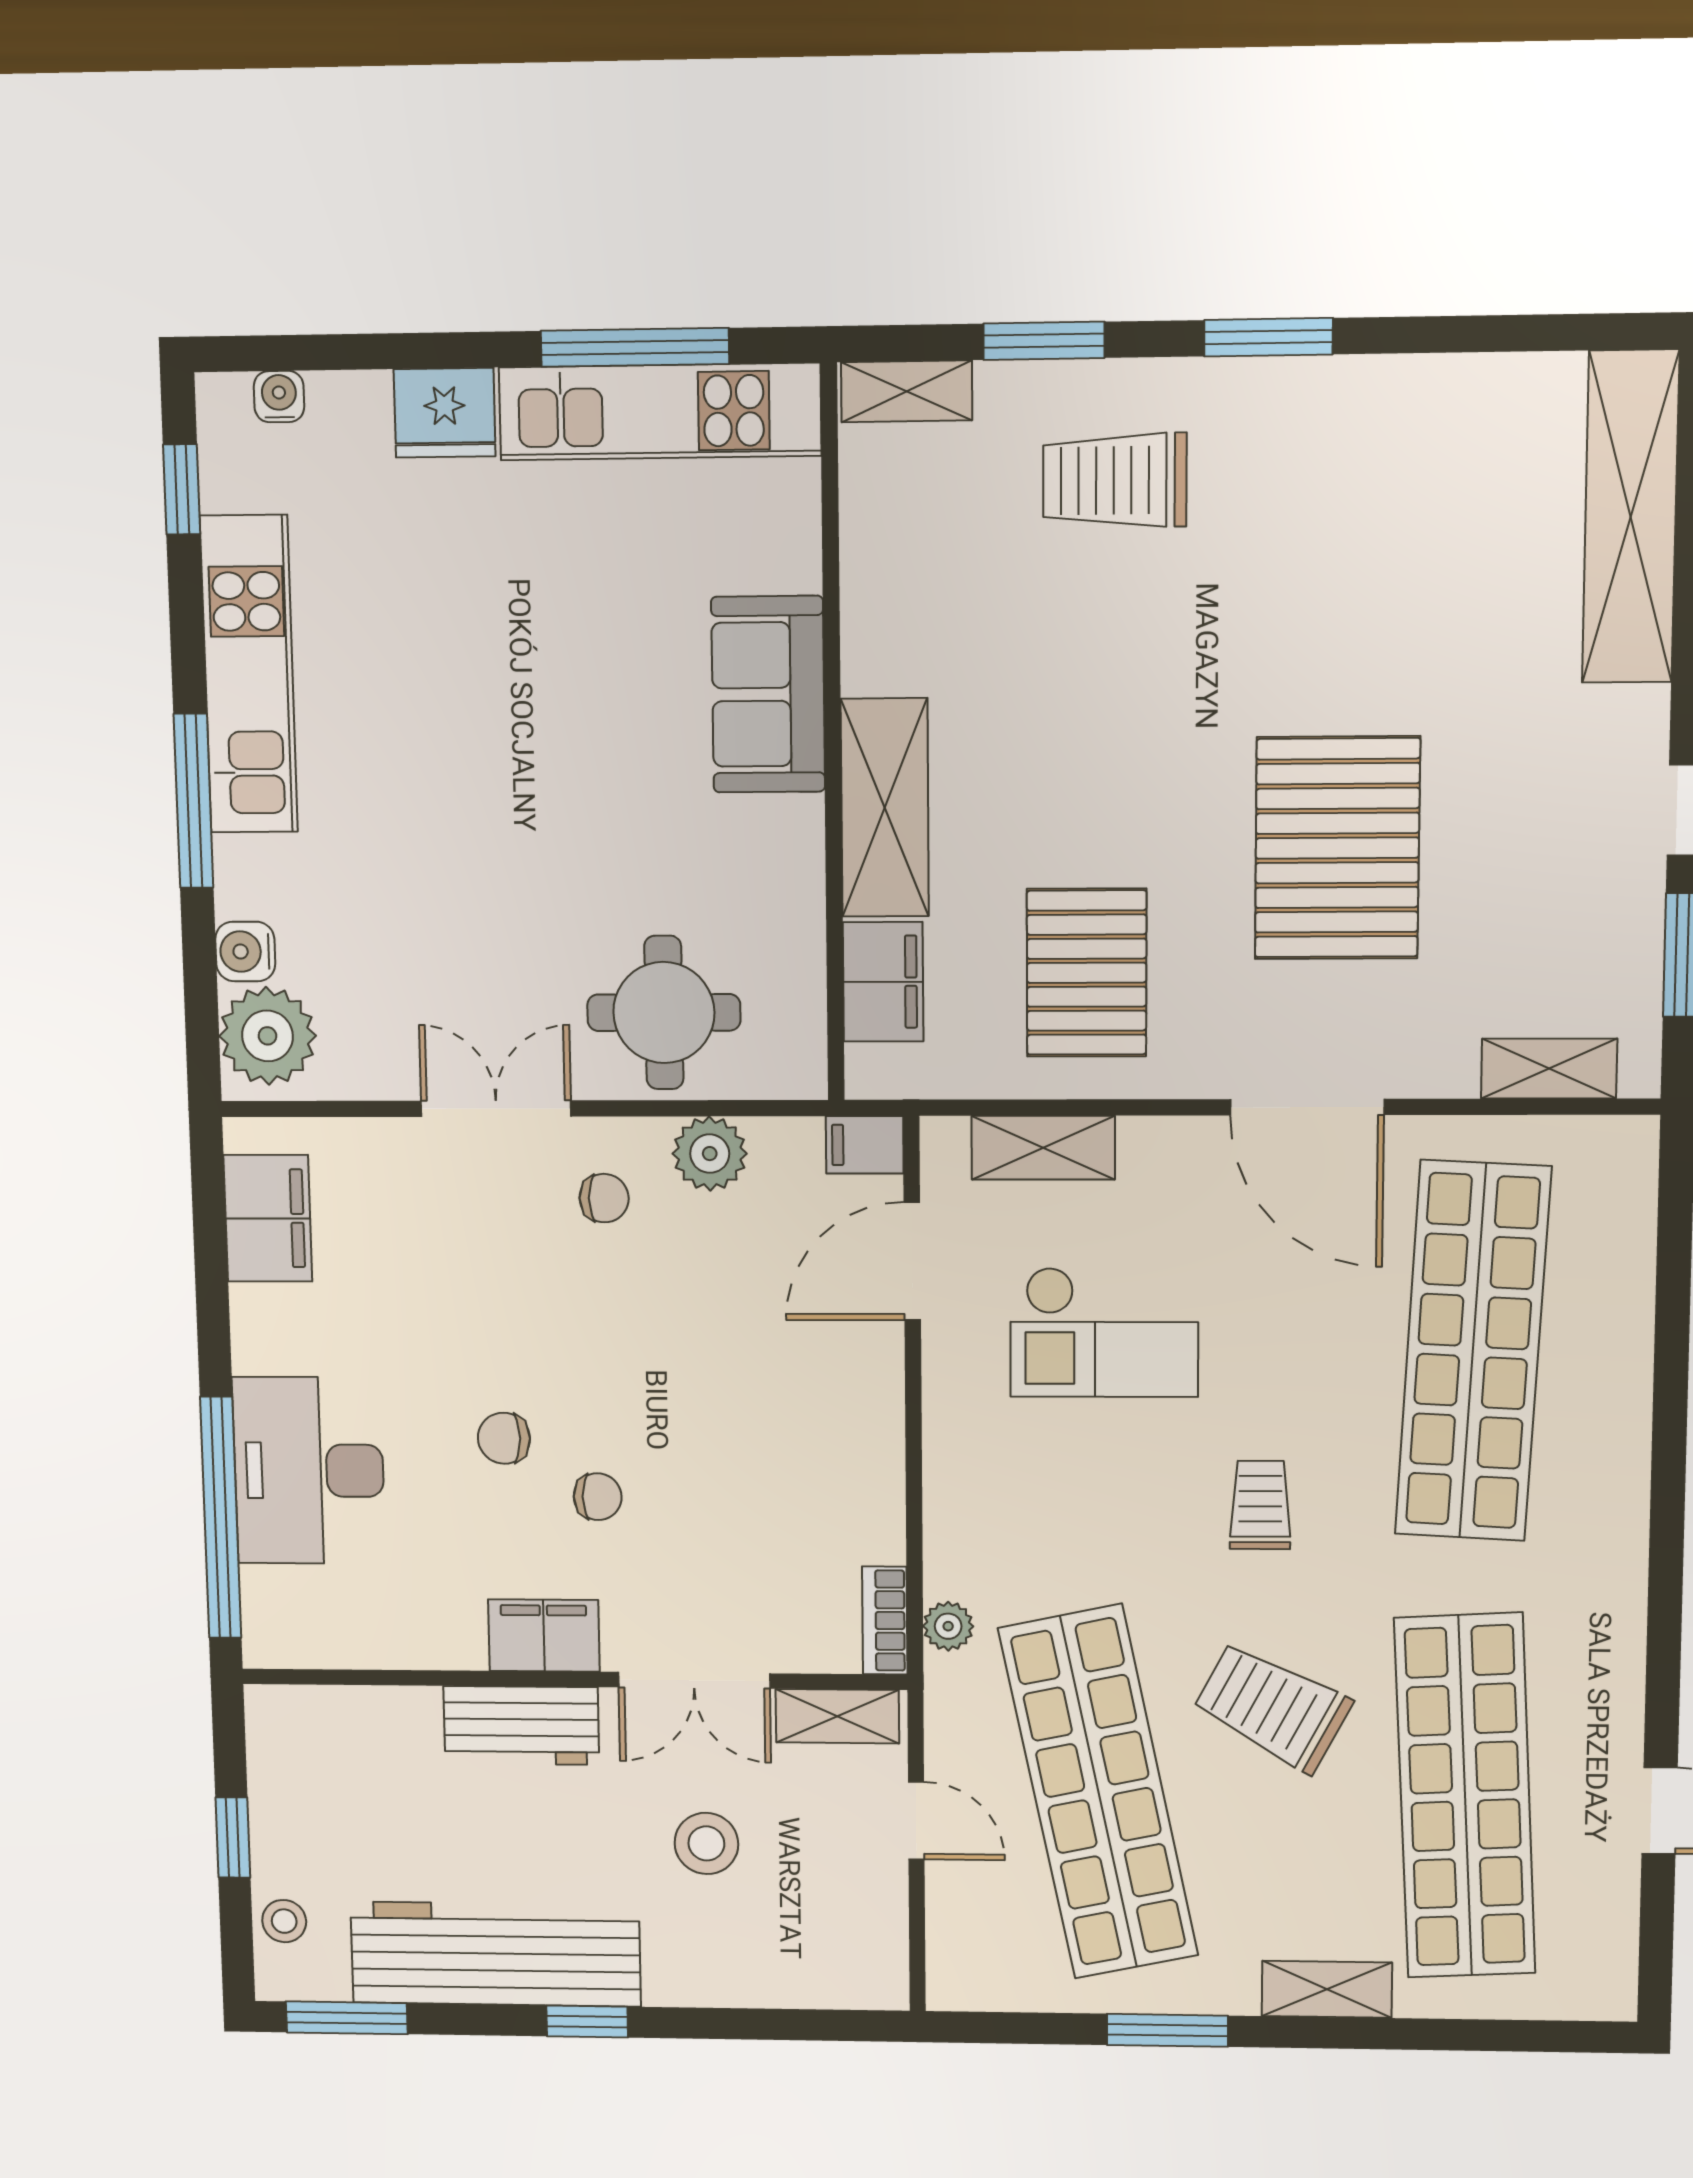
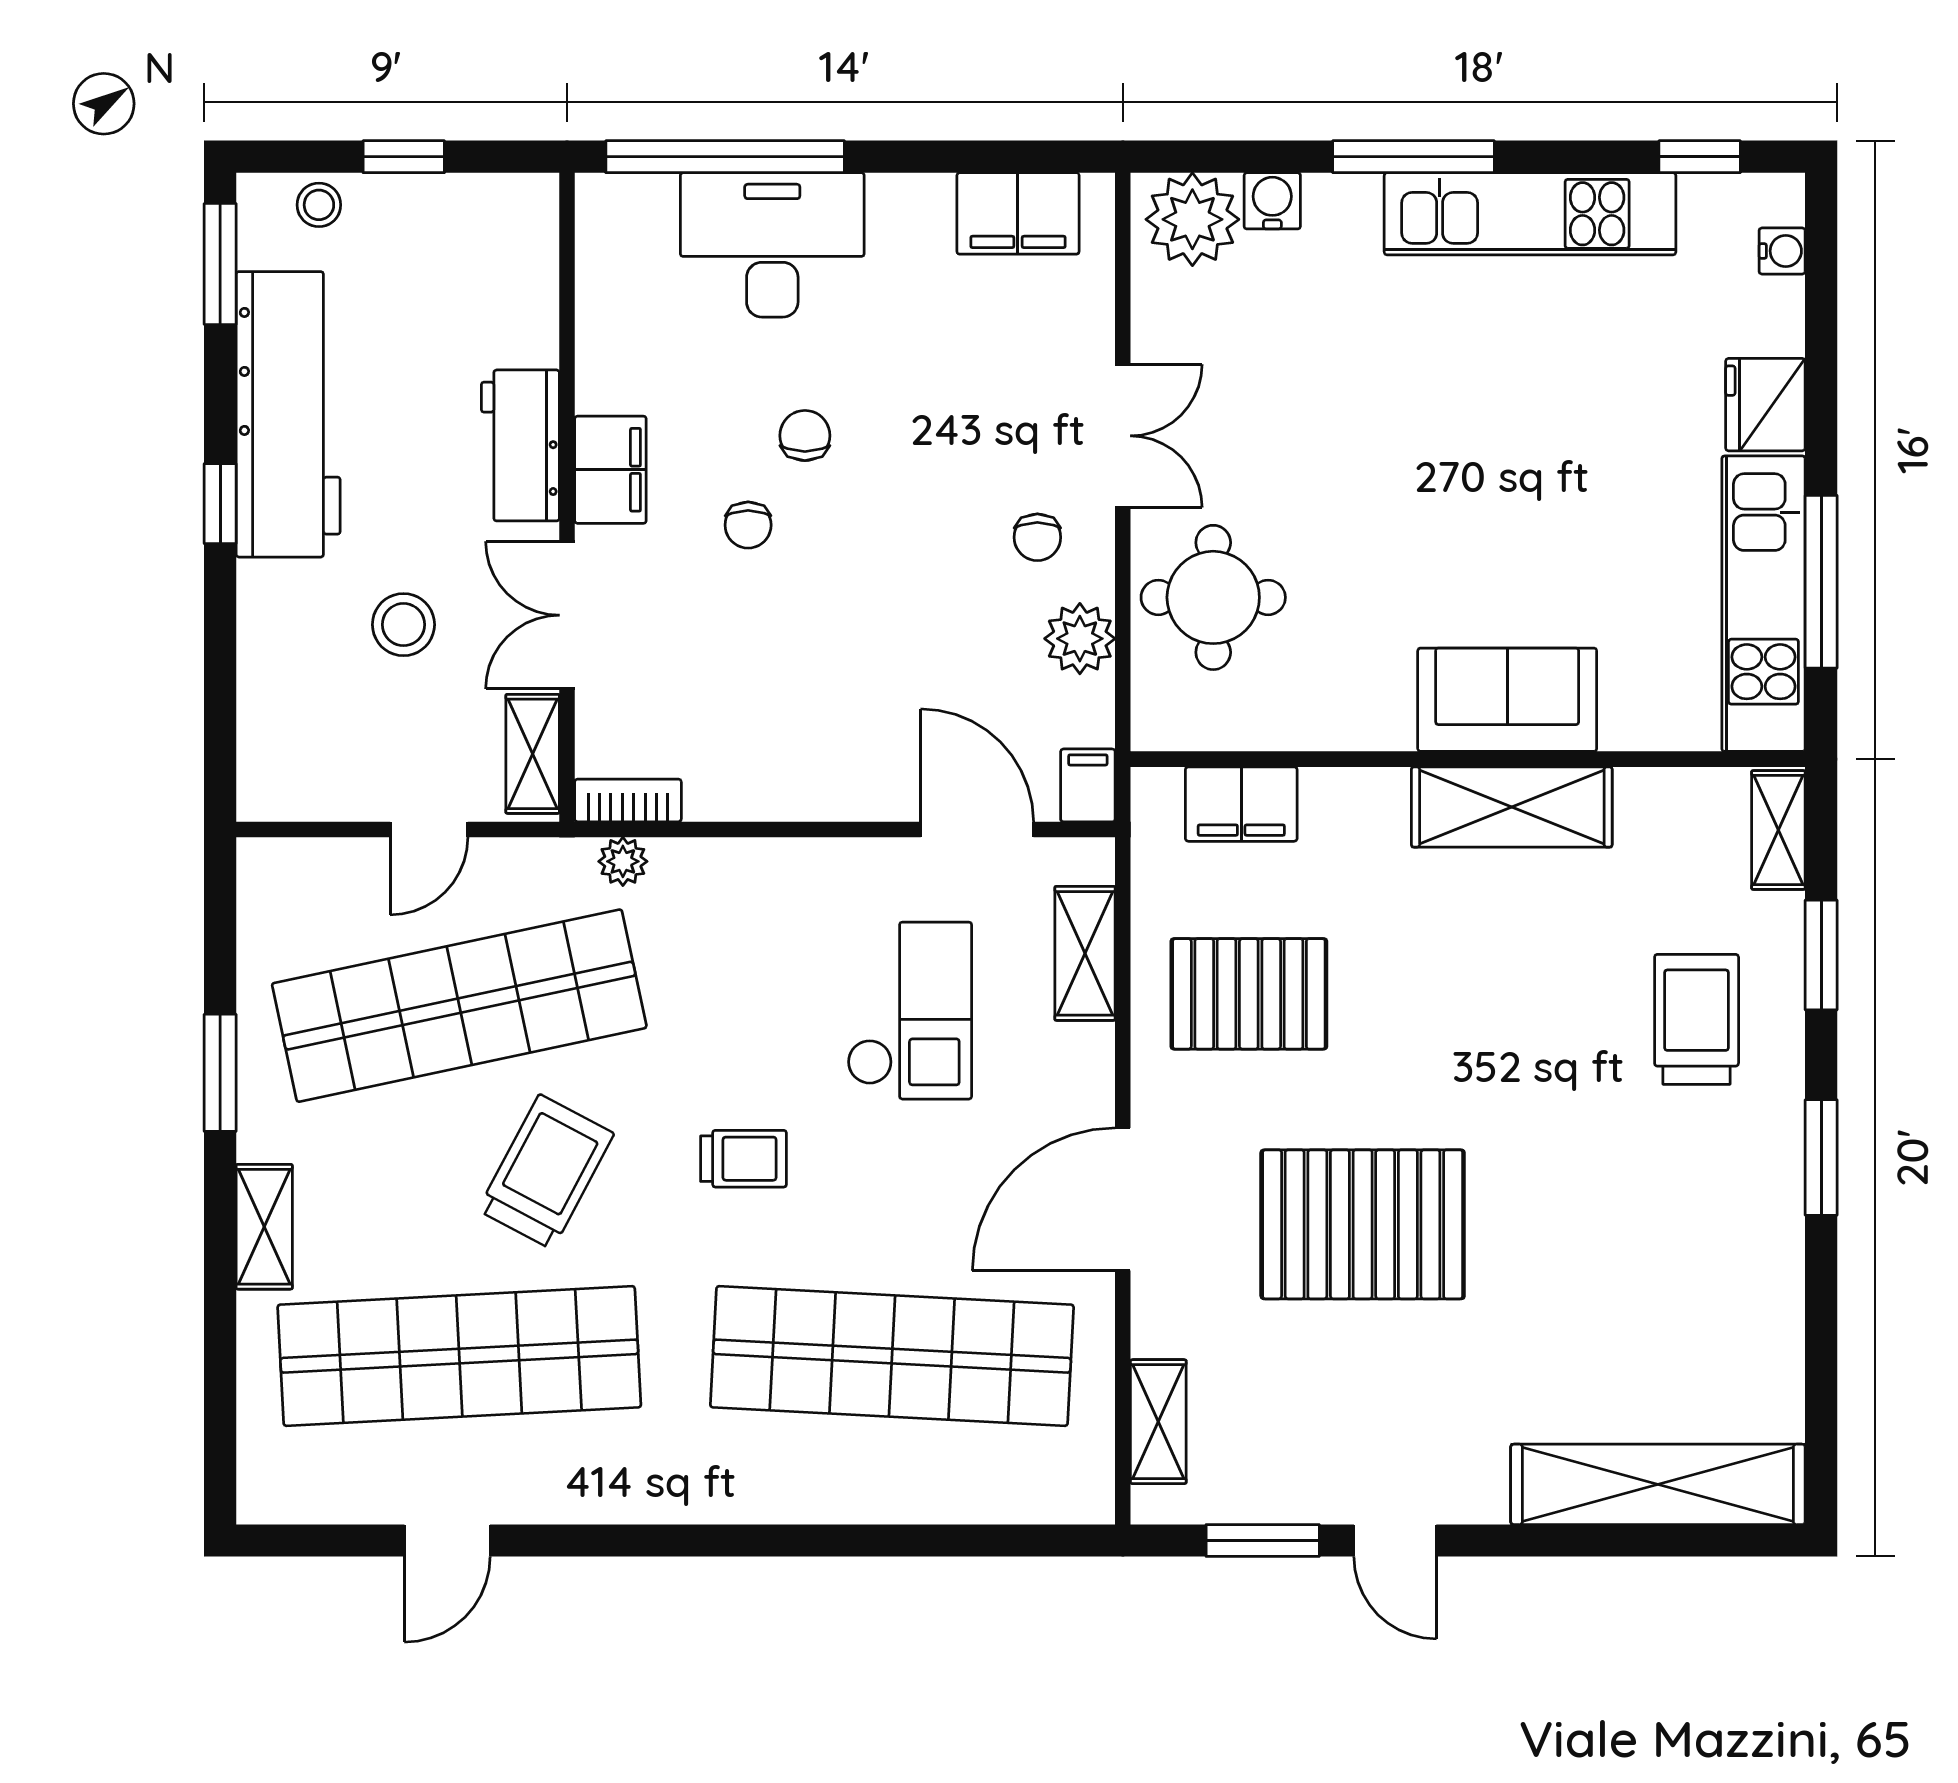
shelving: (885, 808) -> (1512, 807), moved
checkout: (1104, 1332) -> (909, 1011), turned 180

